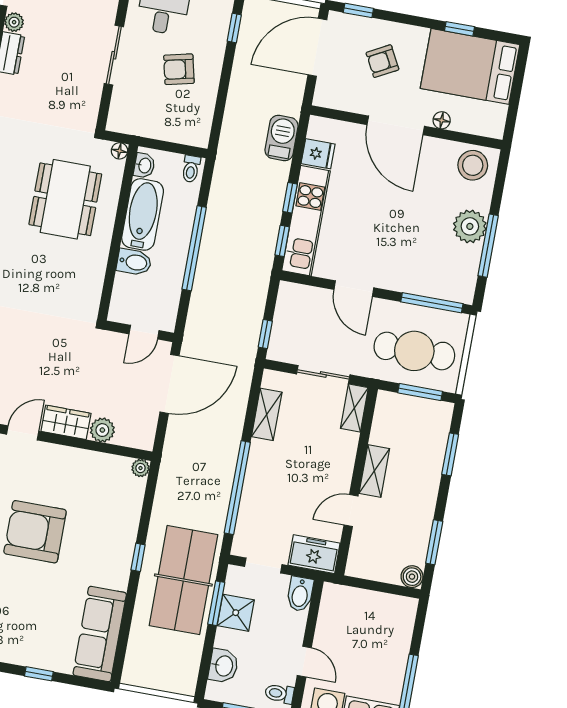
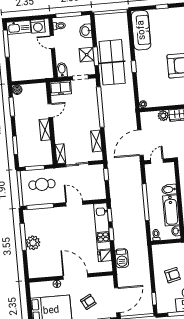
stool: (473, 165) -> (39, 269), removed
cafe table: (414, 351) -> (42, 184), width x0.73, depth x0.74

